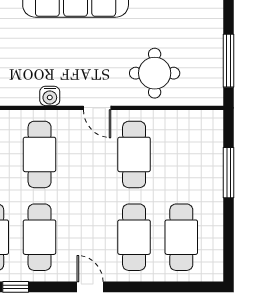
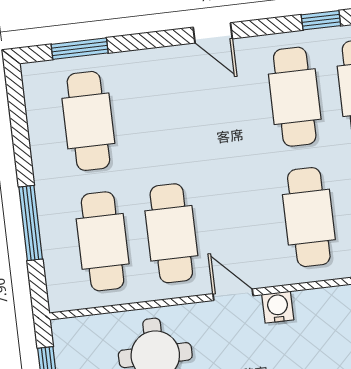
water cooler: (50, 96) -> (278, 307), moved
cafe table: (134, 237) -> (103, 241), moved
window: (182, 287) -> (80, 49), added

